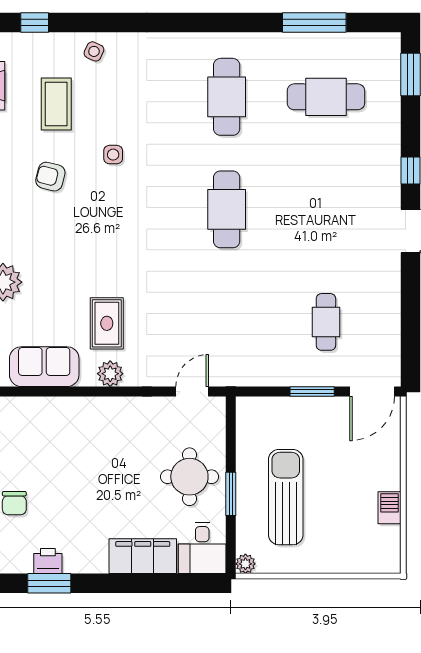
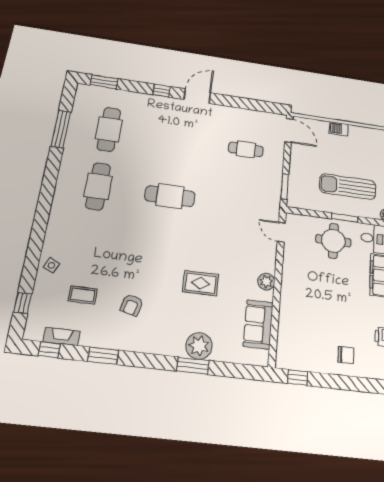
cafe table: (227, 97) -> (98, 186), turned 90
coffee table: (56, 104) -> (83, 295), width x0.73, depth x0.77
side table: (113, 155) -> (124, 262), removed
rug: (107, 323) -> (201, 283), moved
window: (312, 392) -> (285, 186), moved
barbecue: (390, 508) -> (339, 129), moved

